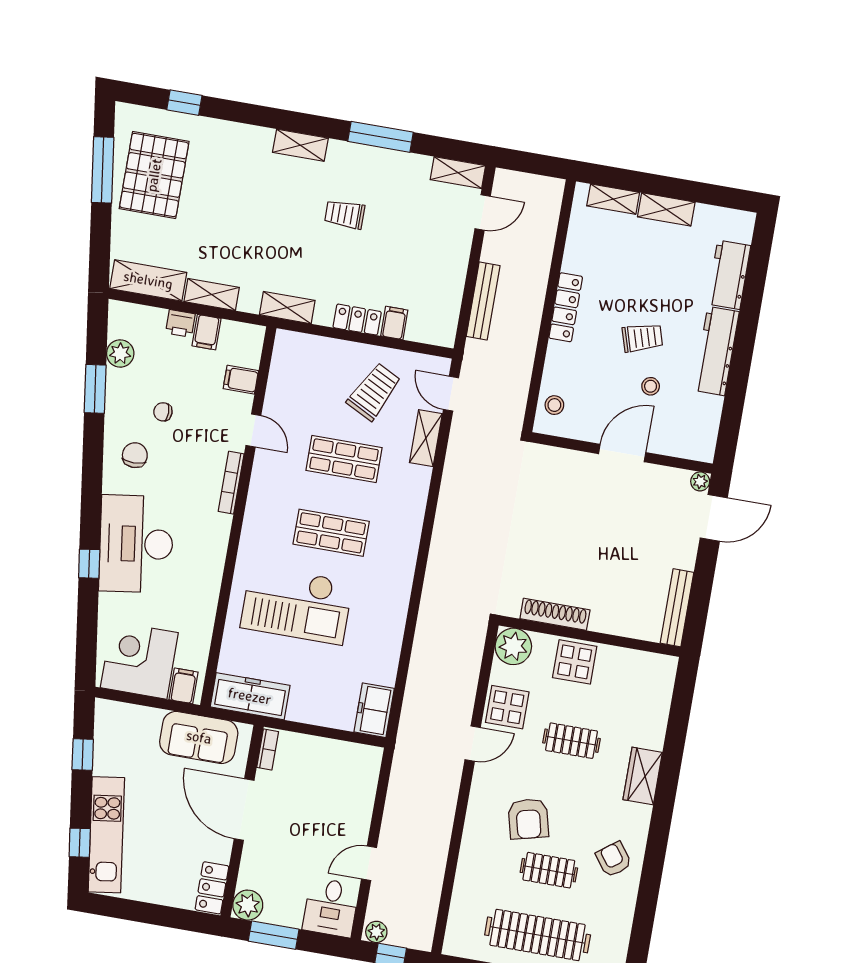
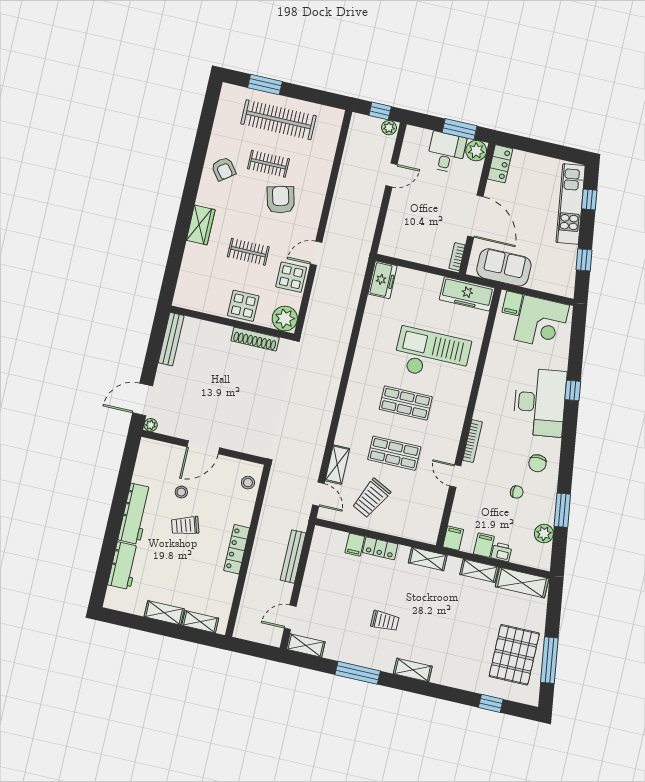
filing cabinet: (241, 380) -> (453, 538), moved, turned -90
desk: (331, 907) -> (446, 152), moved

